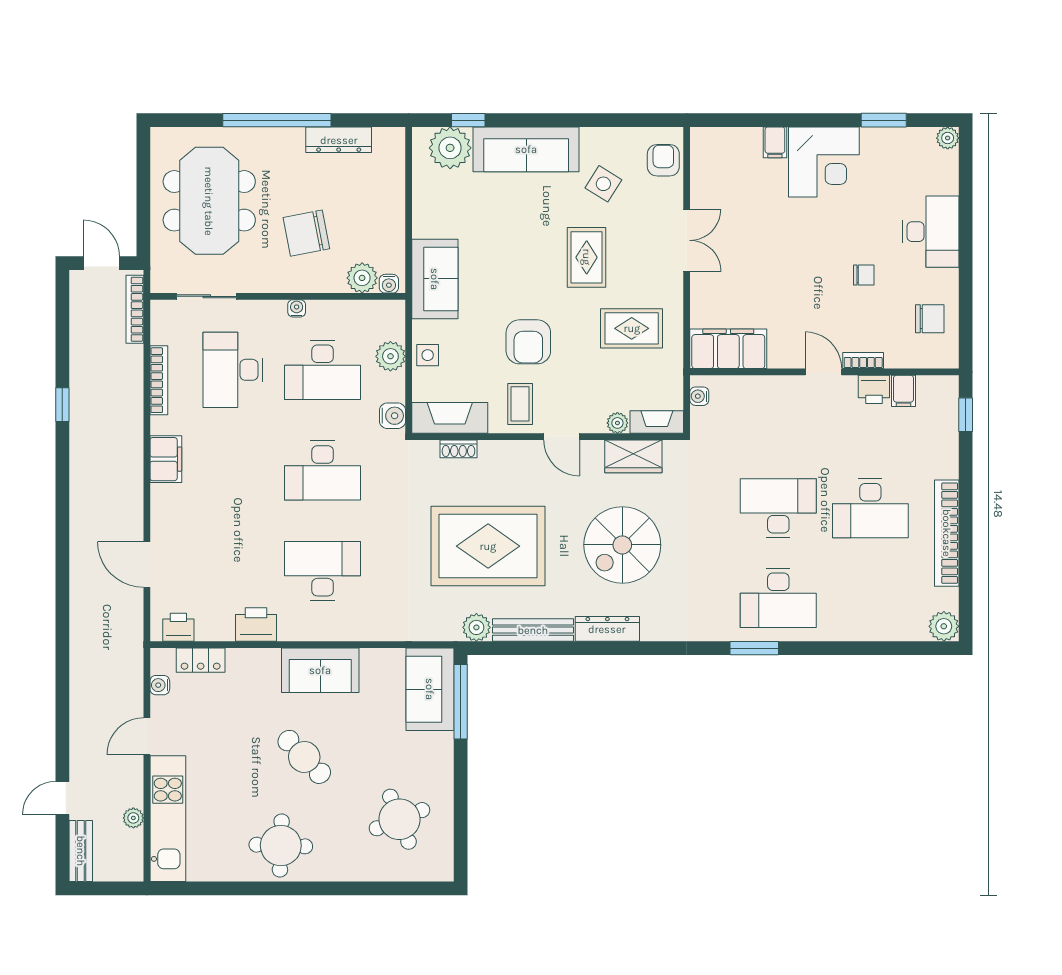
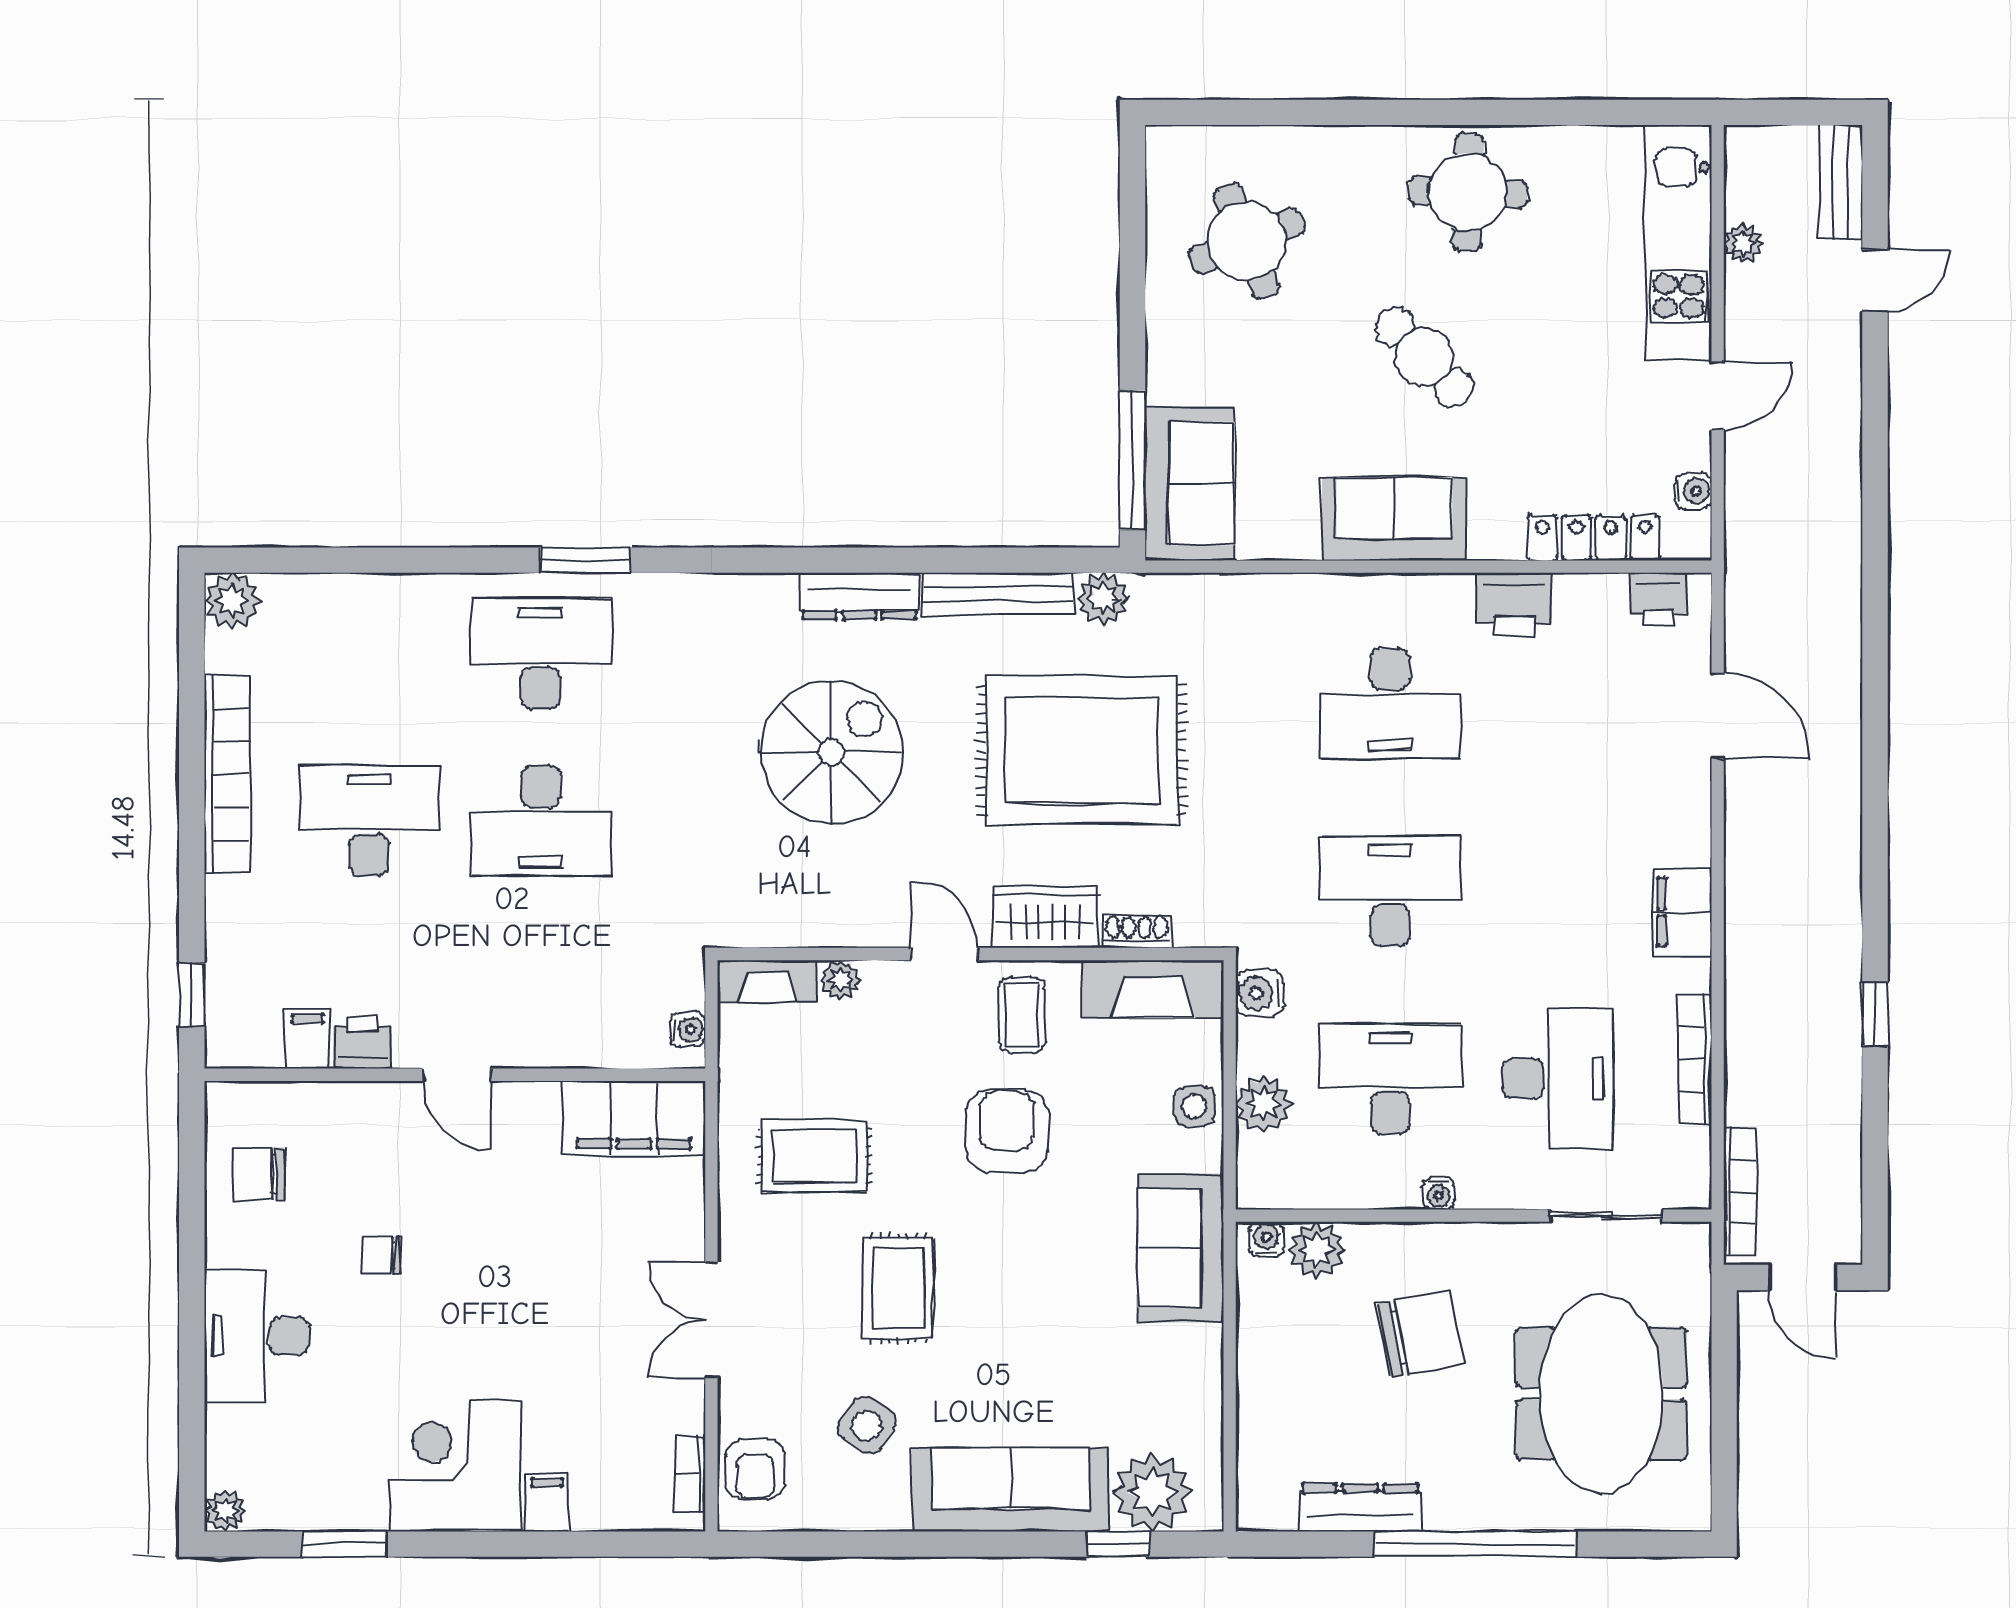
bookcase: (863, 361) -> (690, 1473), moved, turned 90
wardrobe: (633, 456) -> (1045, 917), moved
locker: (201, 660) -> (1594, 538), width x1.53

